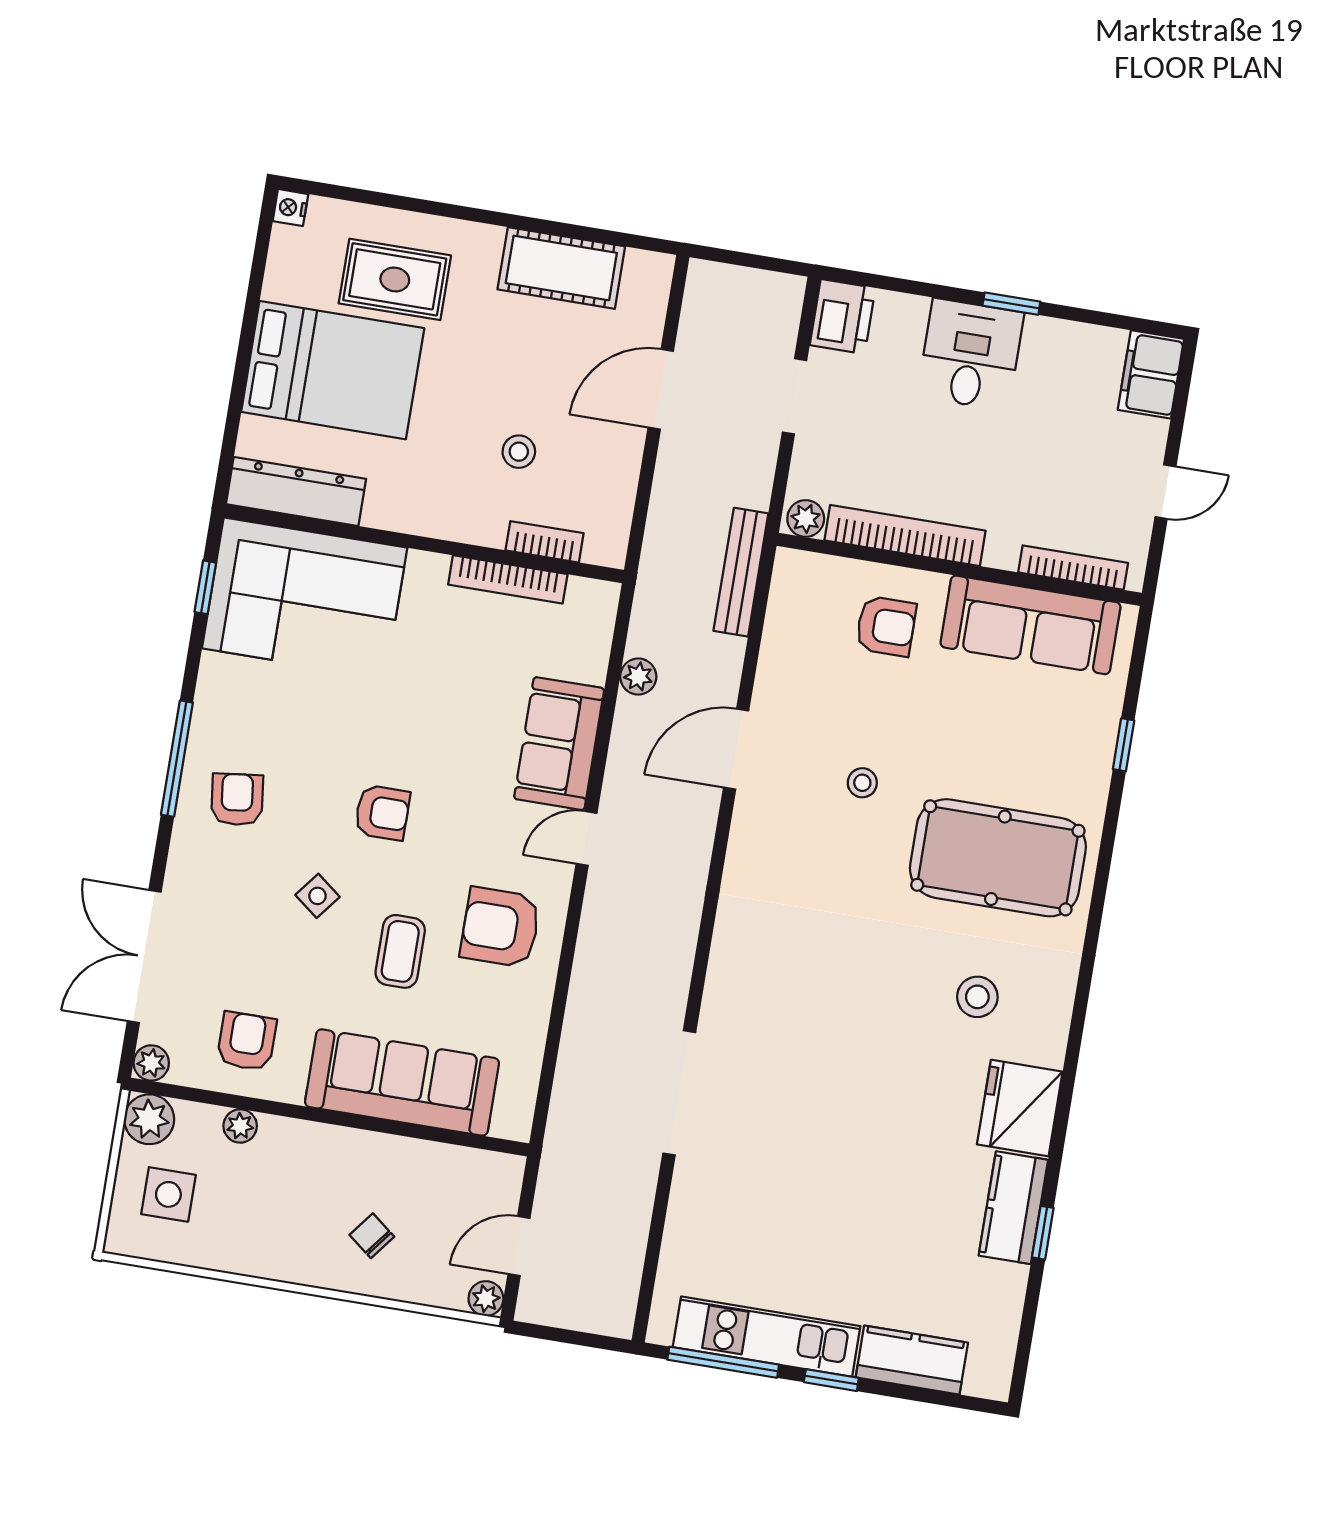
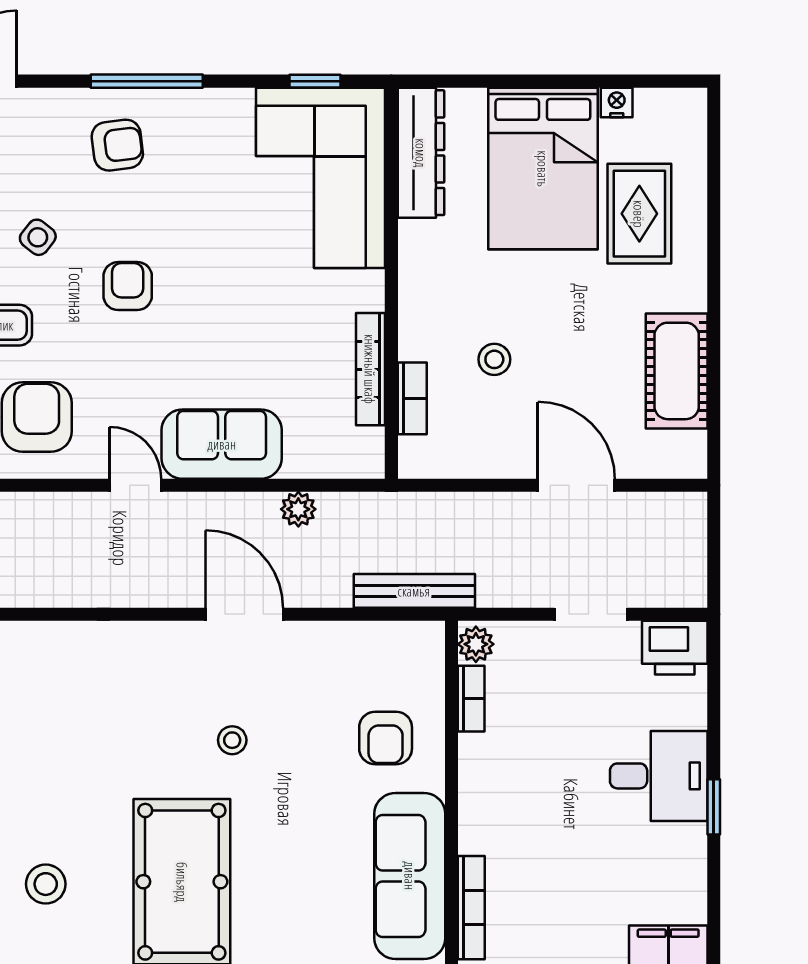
nightstand: (290, 208) -> (617, 103), moved
bookcase: (905, 535) -> (471, 699), width x0.43, depth x0.76
armchair: (382, 813) -> (128, 286), turned 180

